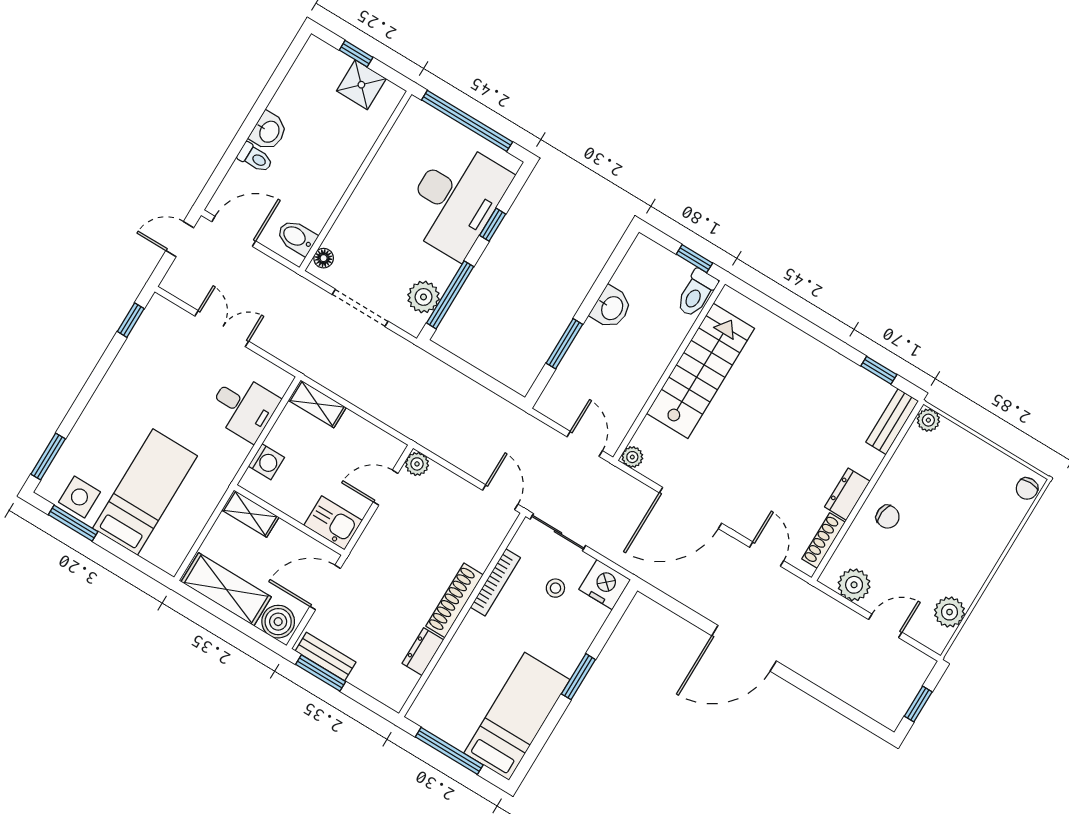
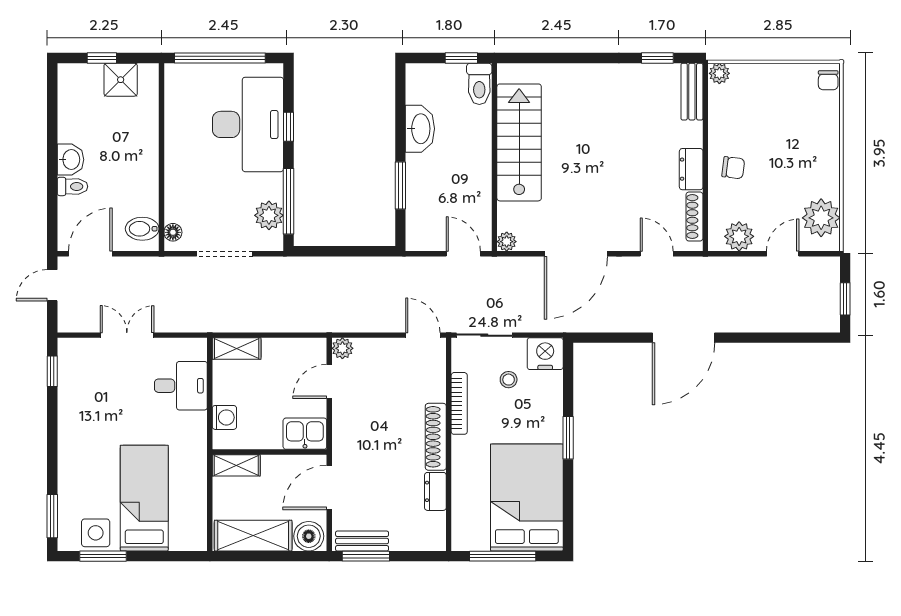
washbasin: (611, 308) -> (420, 129), width x1.38
plant: (950, 612) -> (821, 218), width x1.36, depth x1.36
bed: (517, 716) -> (527, 497), width x1.50

